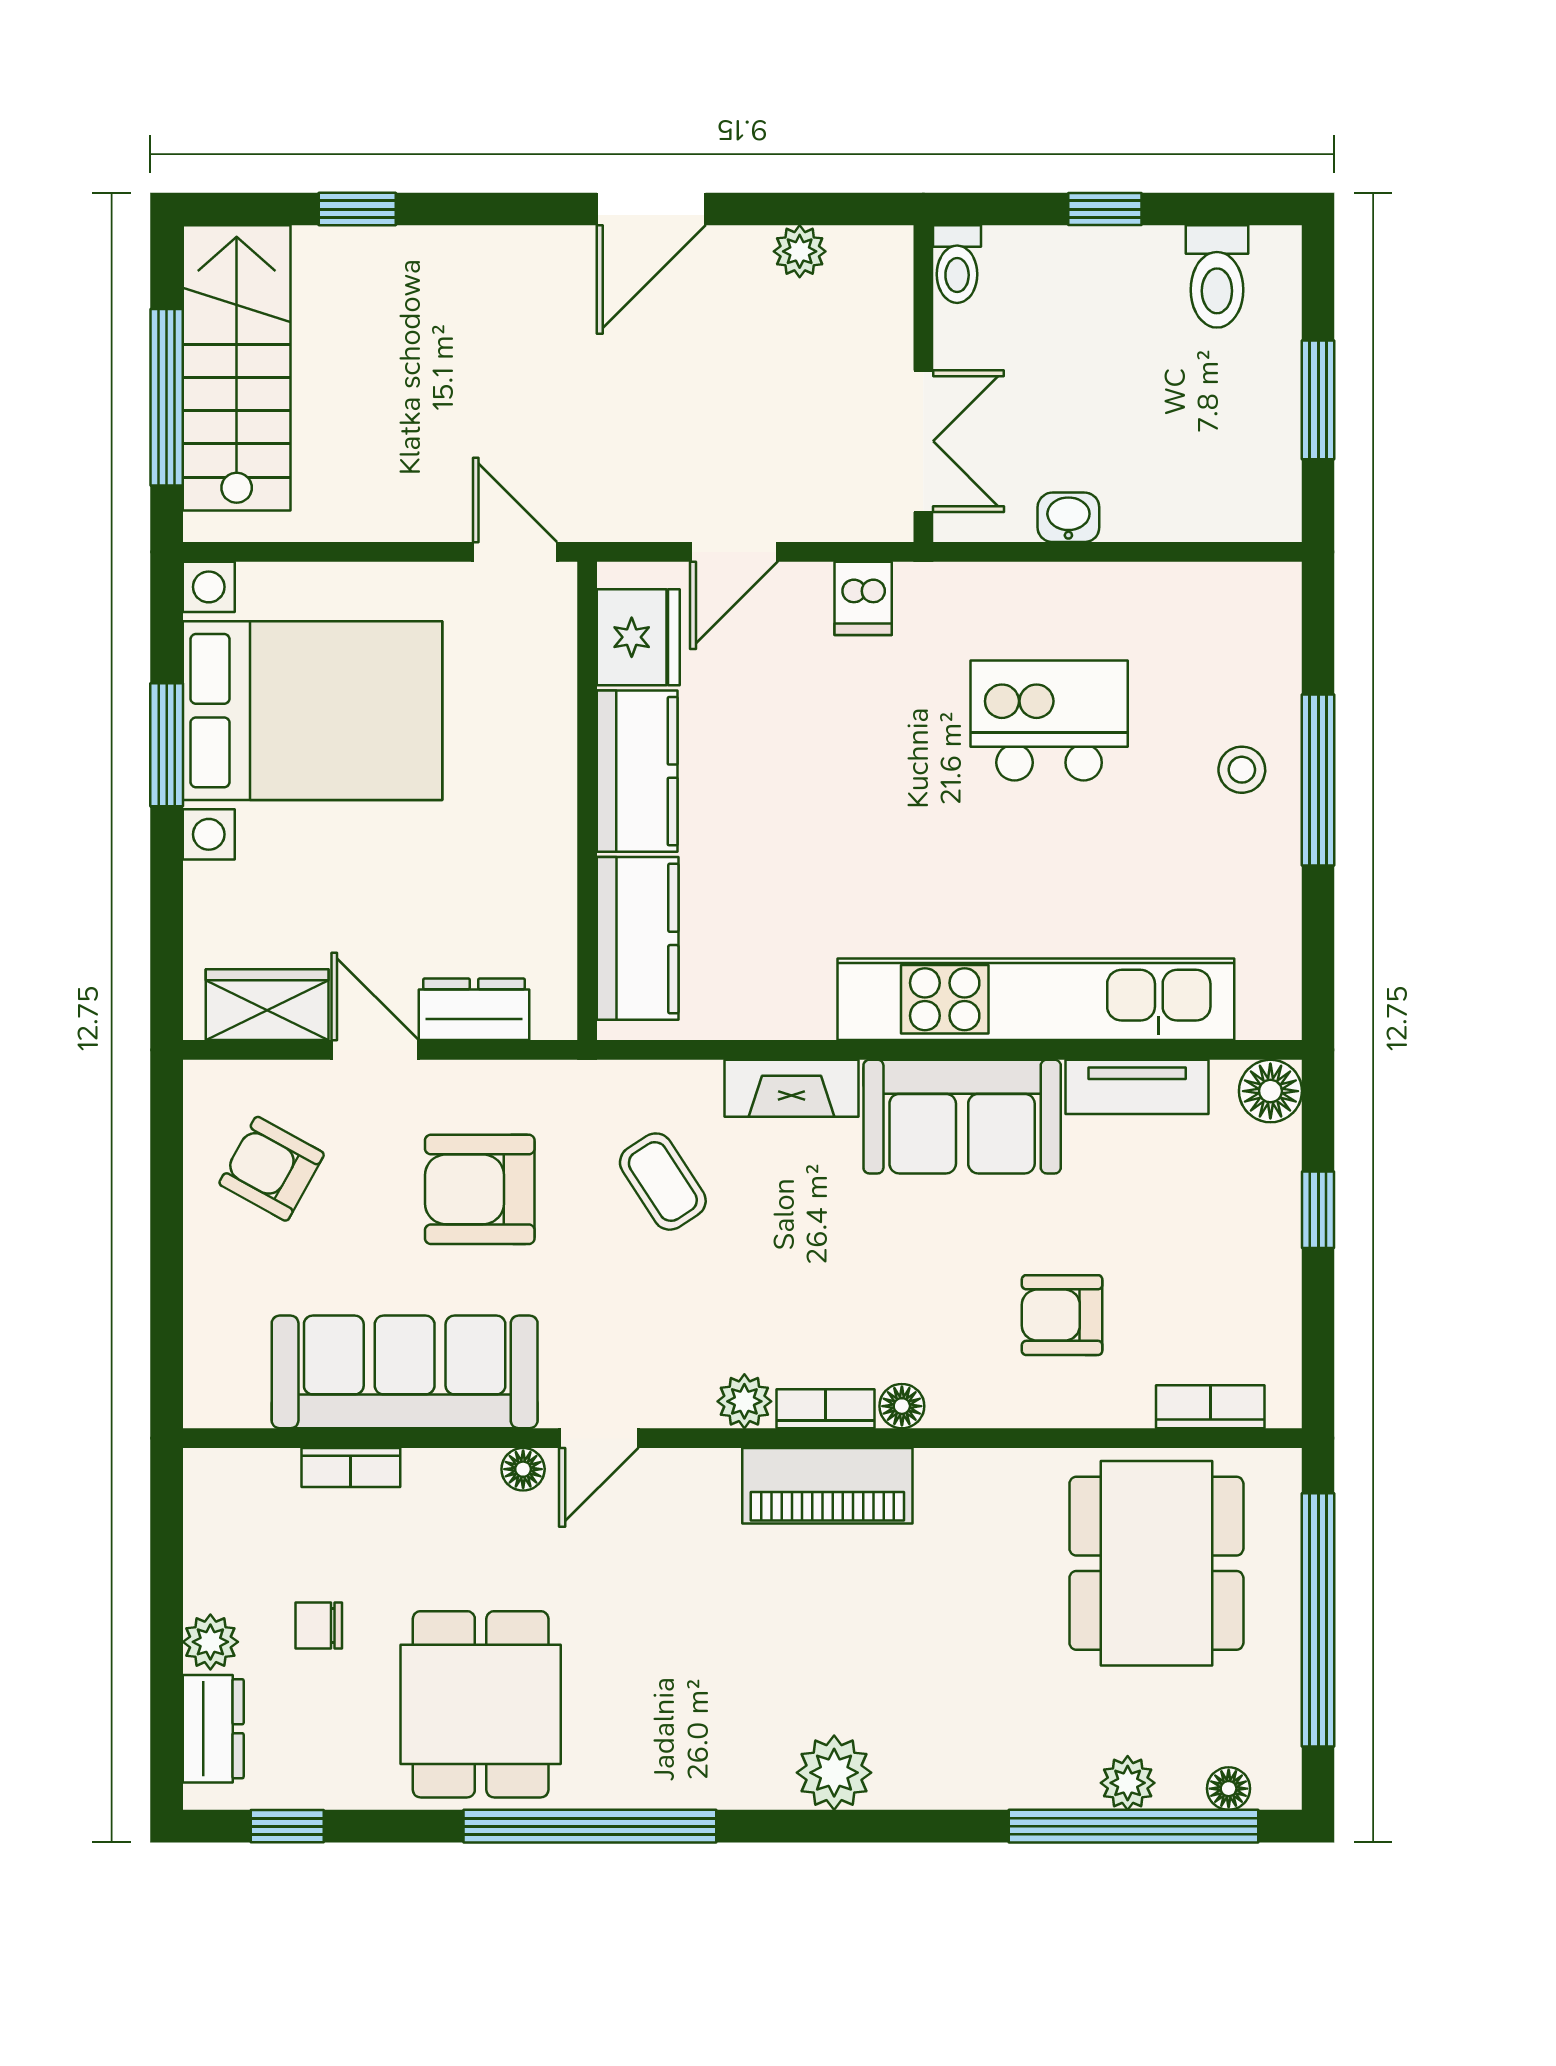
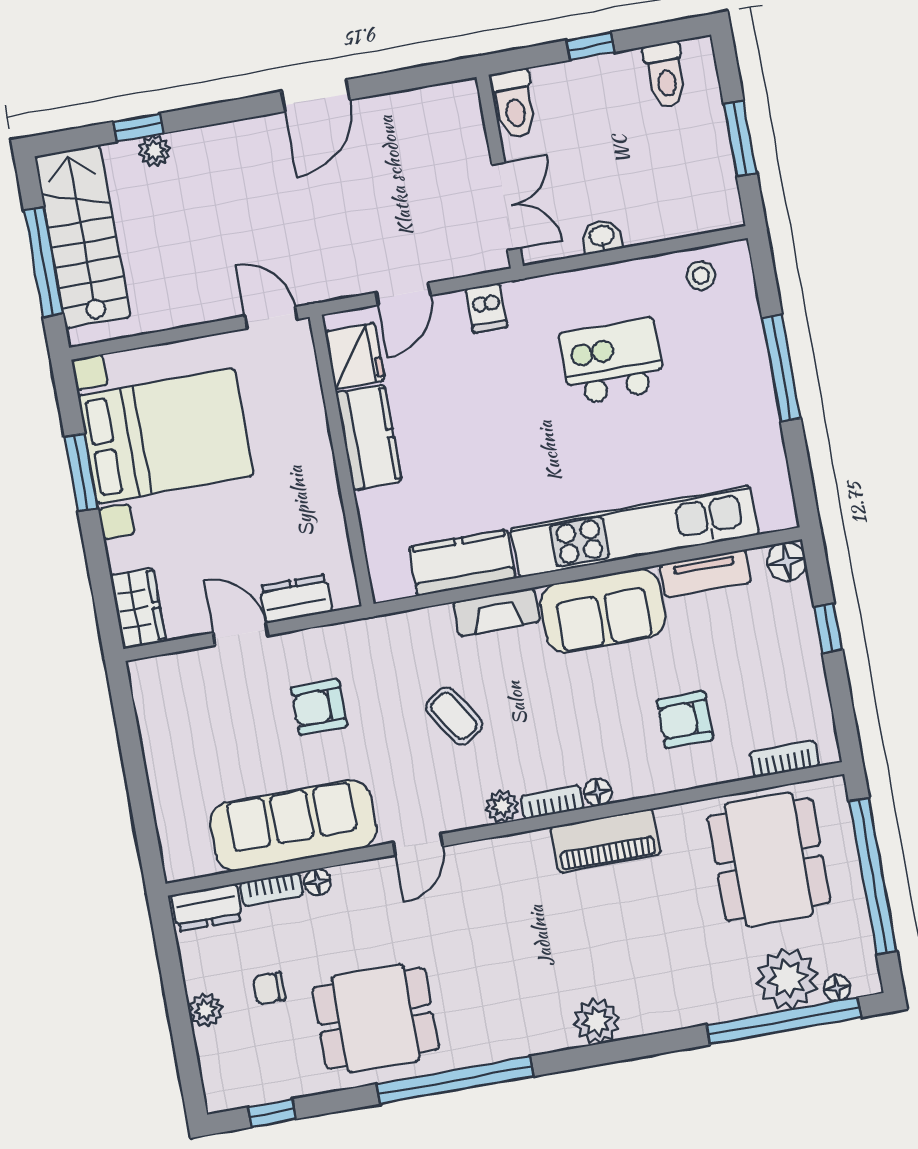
plant: (800, 251) -> (155, 151), moved
toilet: (957, 264) -> (514, 104), width x1.37, depth x1.39
stool: (1242, 770) -> (701, 276), moved
kitchen counter: (638, 938) -> (462, 563), moved, turned -90
wardrobe: (267, 1005) -> (138, 608), moved, turned 90
armchair: (272, 1169) -> (191, 717), removed
coffee table: (663, 1182) -> (454, 716), moved
armchair: (480, 1189) -> (319, 707), width x0.72, depth x0.72
floor lamp: (523, 1469) -> (317, 882), moved
piano: (827, 1486) -> (606, 841), moved
dining table: (481, 1704) -> (376, 1018), turned 90
dresser: (213, 1729) -> (207, 908), moved, turned 90
plant: (1128, 1783) -> (787, 979), width x1.88, depth x1.88

